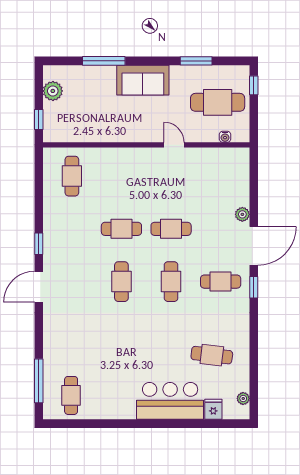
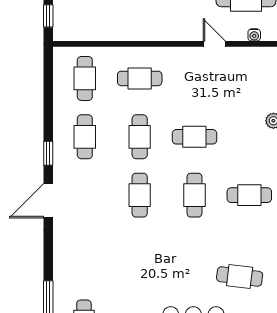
door: (174, 145) -> (214, 44), moved
cafe table: (121, 176) -> (140, 78), added
cafe table: (72, 229) -> (85, 137), added
cafe table: (121, 229) -> (140, 137), turned 90

